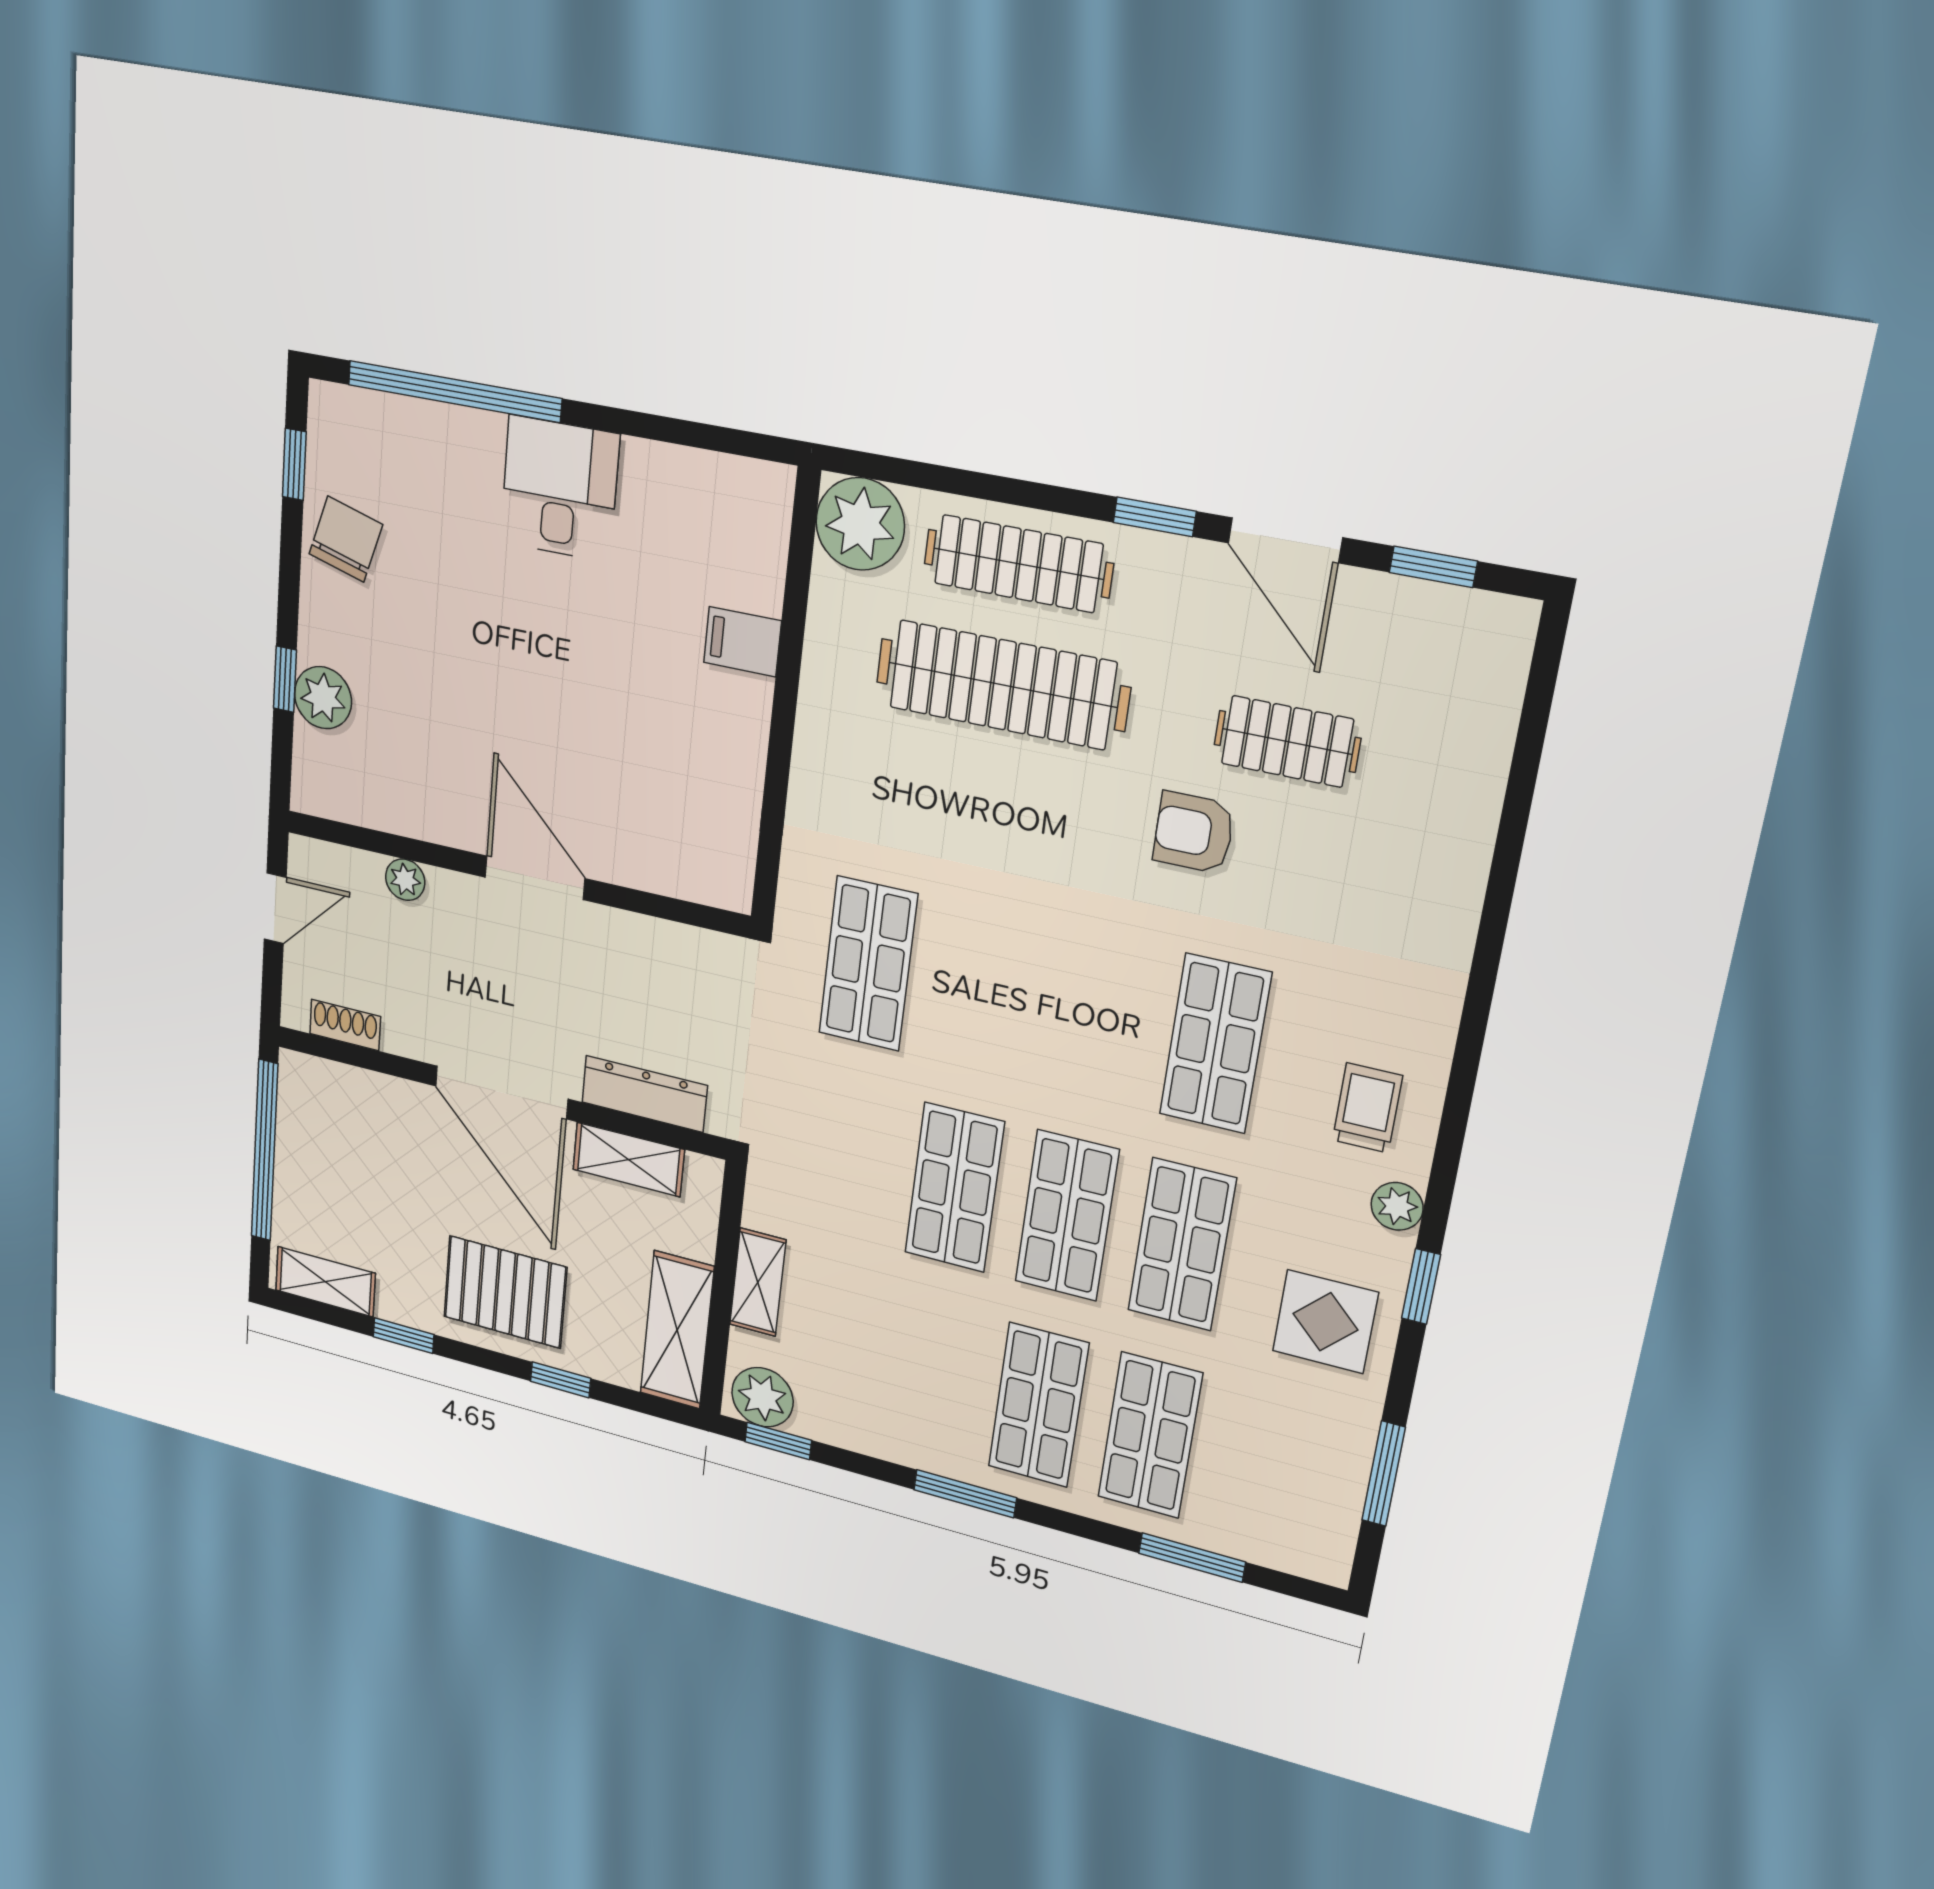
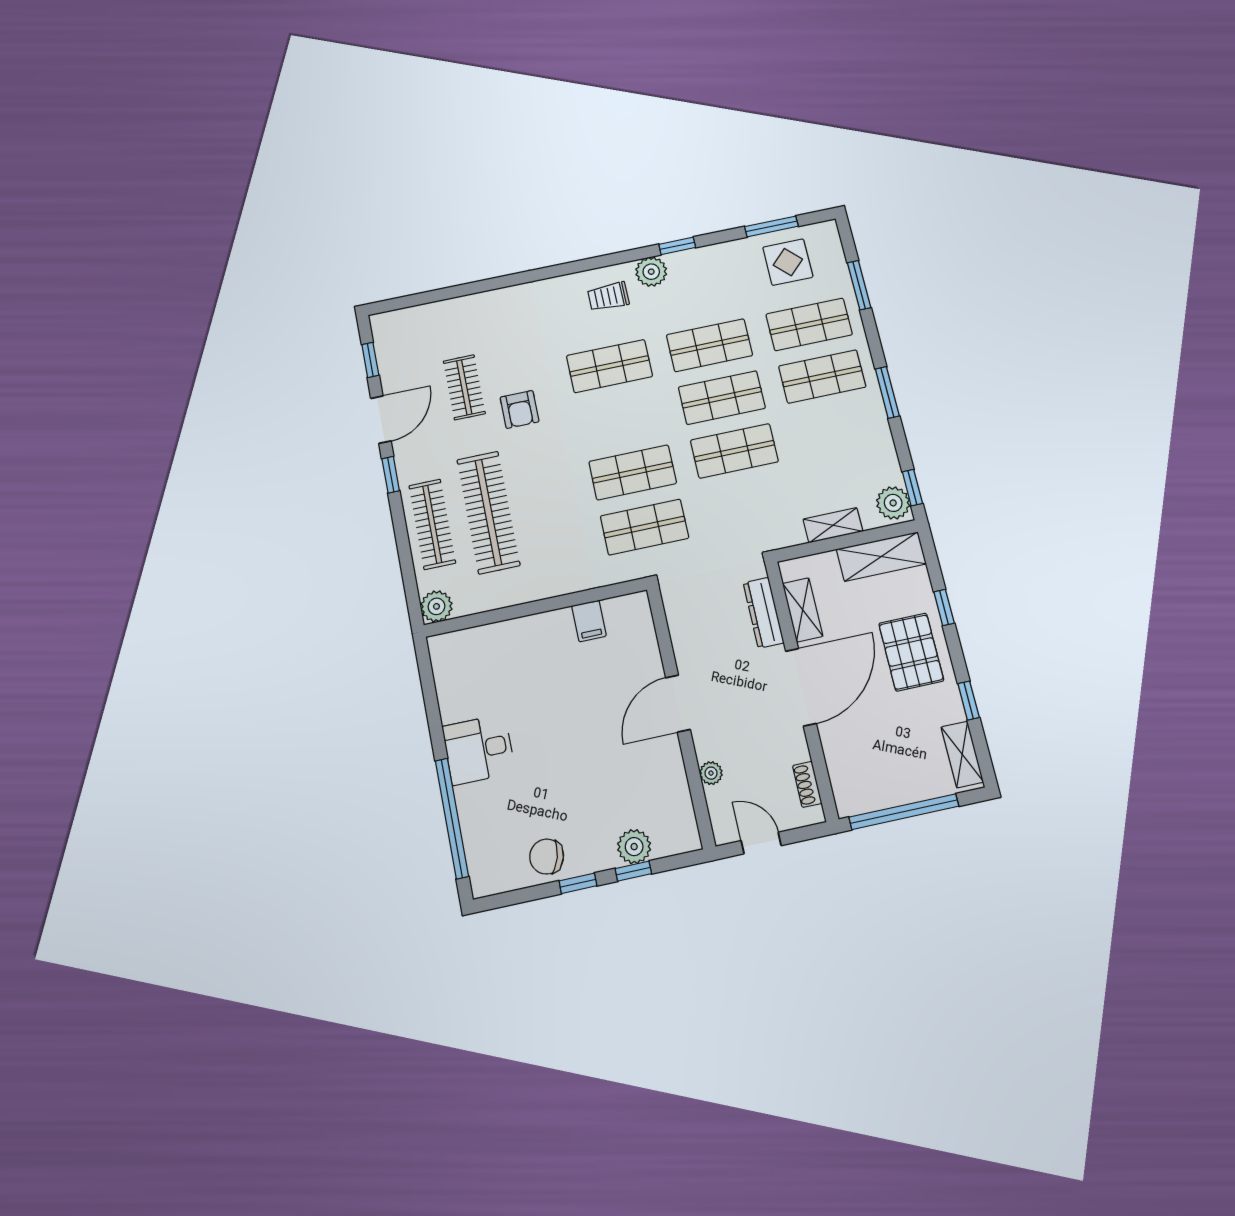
window: (294, 464) -> (578, 883), moved
plant: (860, 524) -> (436, 606), width x0.73, depth x0.73
filing cabinet: (742, 642) -> (589, 621), moved
shop shelf: (981, 990) -> (633, 472), added
plant: (1397, 1206) -> (651, 272), width x1.38, depth x1.38
display table: (1325, 1322) -> (788, 262), moved

